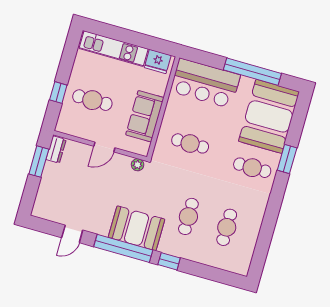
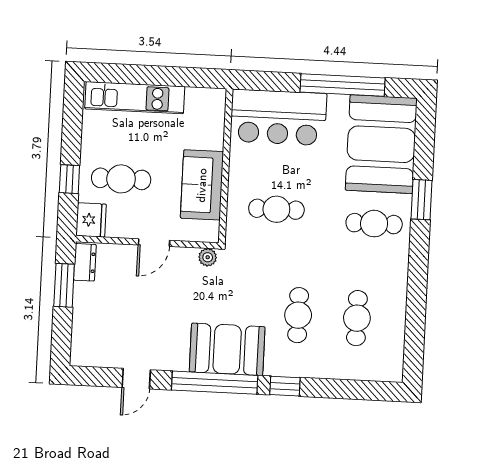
fridge: (158, 61) -> (91, 220), moved, turned -90

